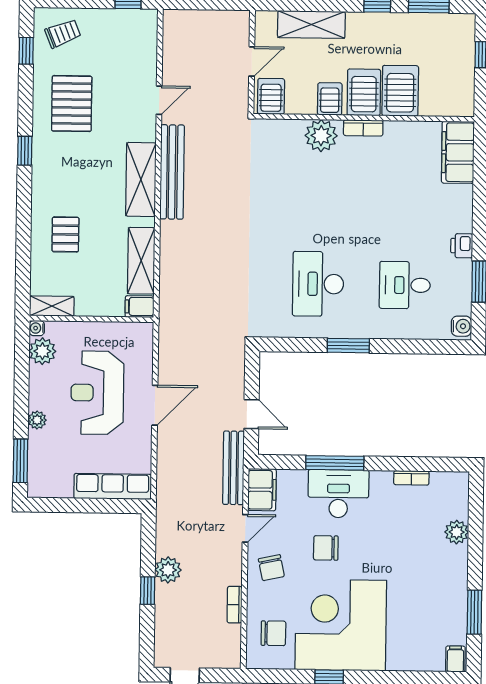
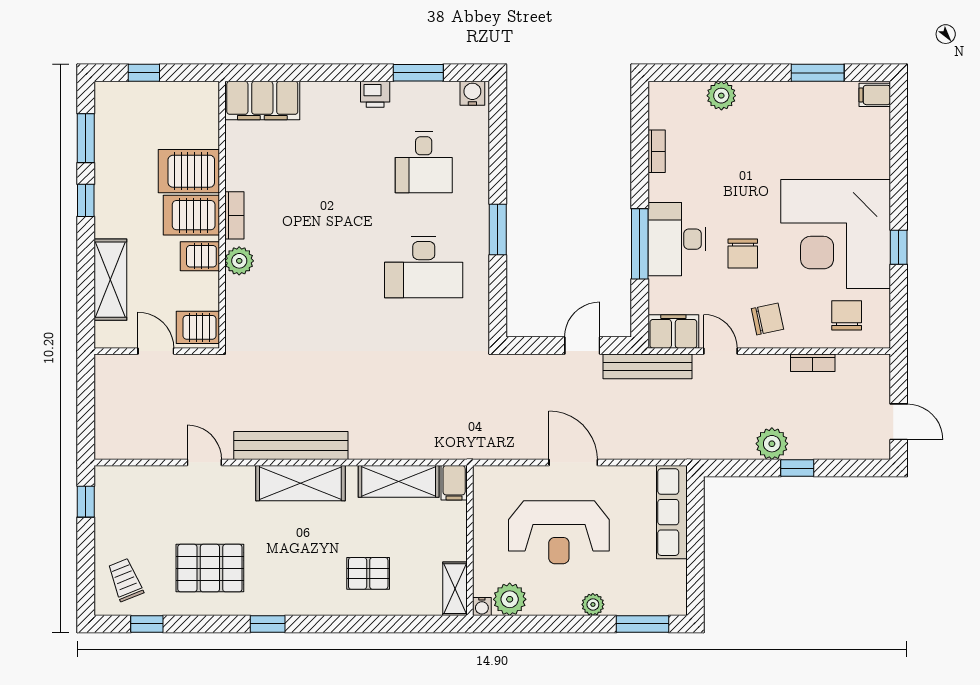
plant: (321, 136) -> (239, 261), width x0.73, depth x0.73

